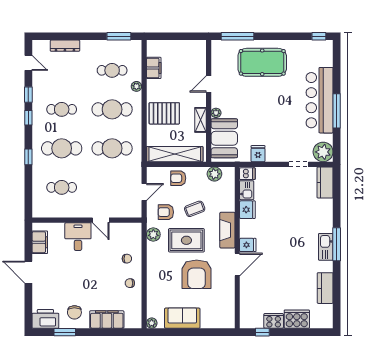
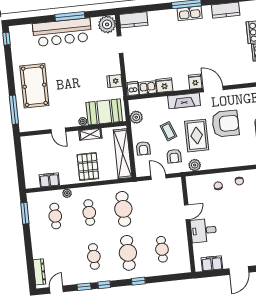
dresser: (65, 46) -> (39, 272), moved
cafe table: (112, 109) -> (89, 212), width x0.73, depth x0.74

